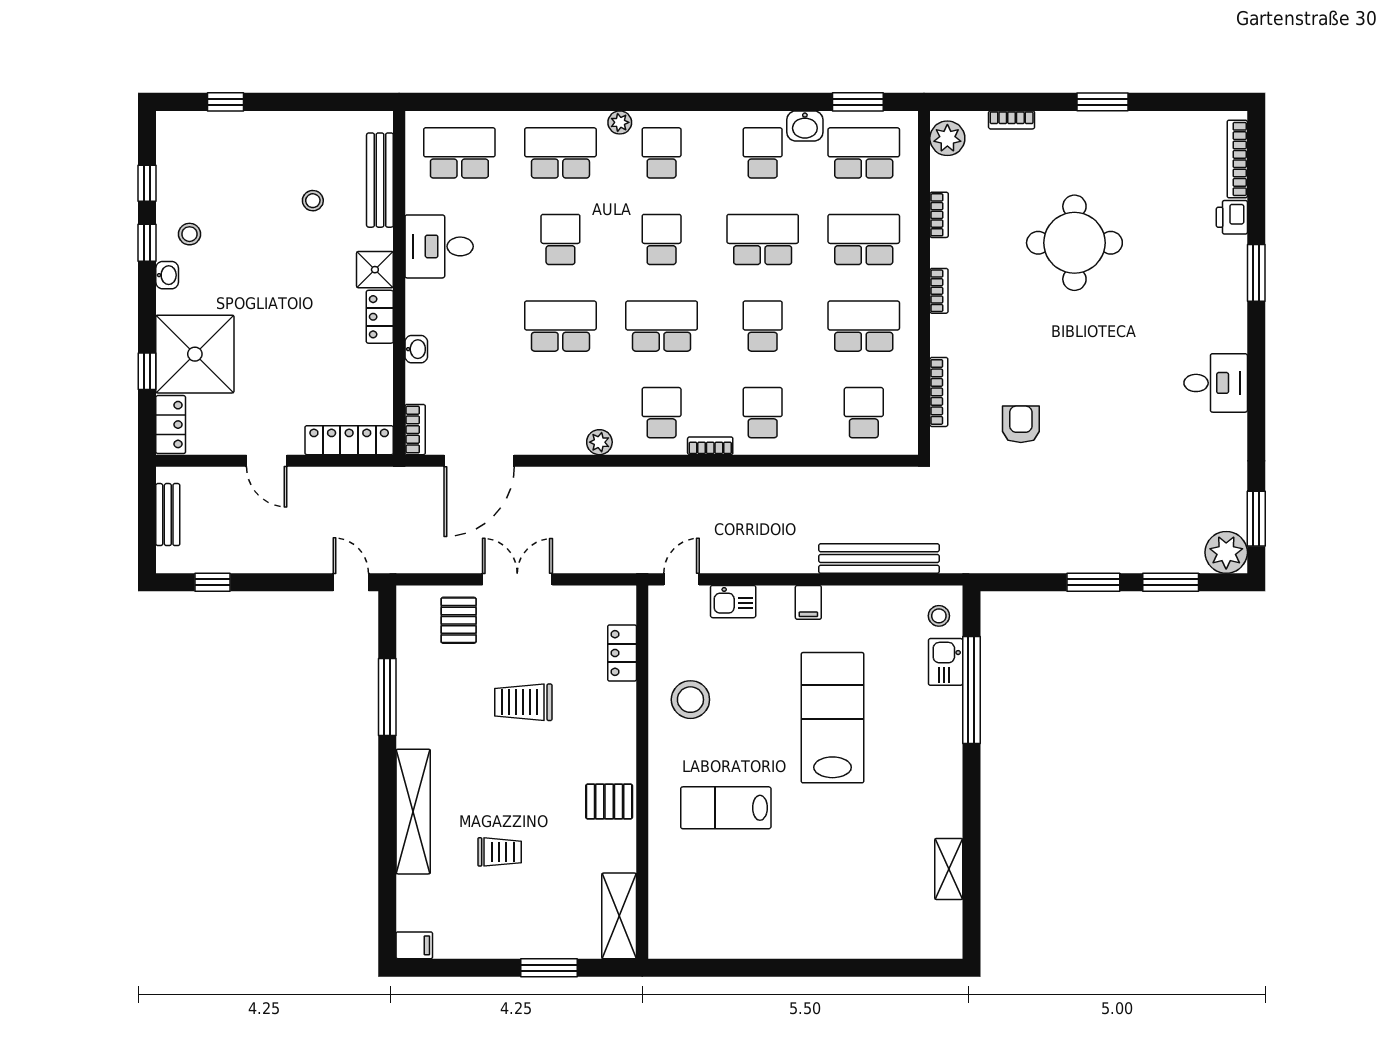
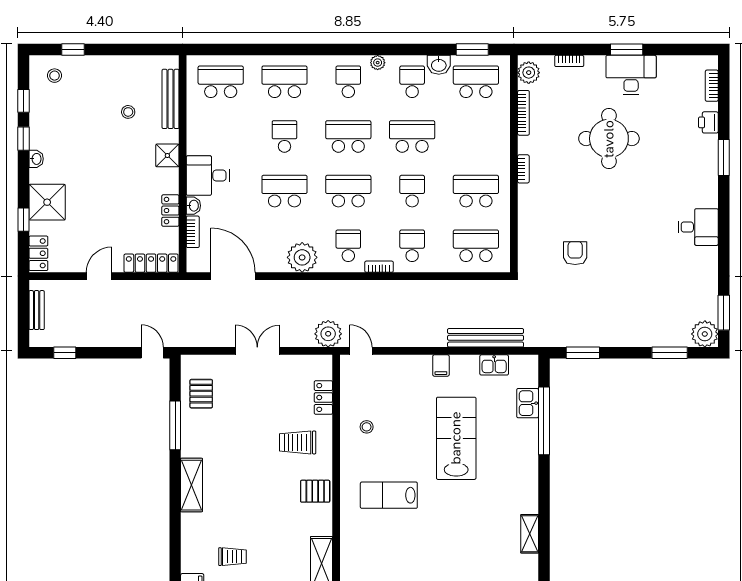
plant: (620, 122) -> (378, 63), moved
desk: (1109, 142) -> (631, 75), added
bookcase: (1237, 159) -> (712, 86), width x0.64
bookcase: (939, 215) -> (523, 113), width x1.56
stool: (189, 234) -> (55, 76), moved
school desk: (662, 239) -> (348, 136), width x1.85
school desk: (864, 239) -> (476, 136), removed
desk: (439, 246) -> (208, 176), moved
locker: (380, 317) -> (170, 211), moved
shower: (195, 354) -> (47, 202), width x0.73, depth x0.73
bookcase: (939, 392) -> (523, 233), removed
school desk: (864, 413) -> (476, 246), width x1.85
bookcase: (415, 430) -> (193, 232), moved
plant: (599, 442) -> (302, 257), width x1.87, depth x1.87
door: (267, 461) -> (99, 276), swing flipped
door: (479, 461) -> (233, 276), swing flipped
plant: (630, 552) -> (328, 334), added
door: (682, 579) -> (361, 351), hinge flipped
window: (1093, 582) -> (583, 353), moved
kitchen sink: (733, 602) -> (494, 365), moved
stool: (939, 616) -> (523, 374), removed
pallet: (459, 620) -> (201, 394), moved
stool: (690, 700) -> (367, 427), width x0.53, depth x0.53
trolley: (523, 702) -> (298, 442), moved
shelving: (413, 812) -> (192, 485), width x0.68
trolley: (500, 852) -> (232, 557), moved

